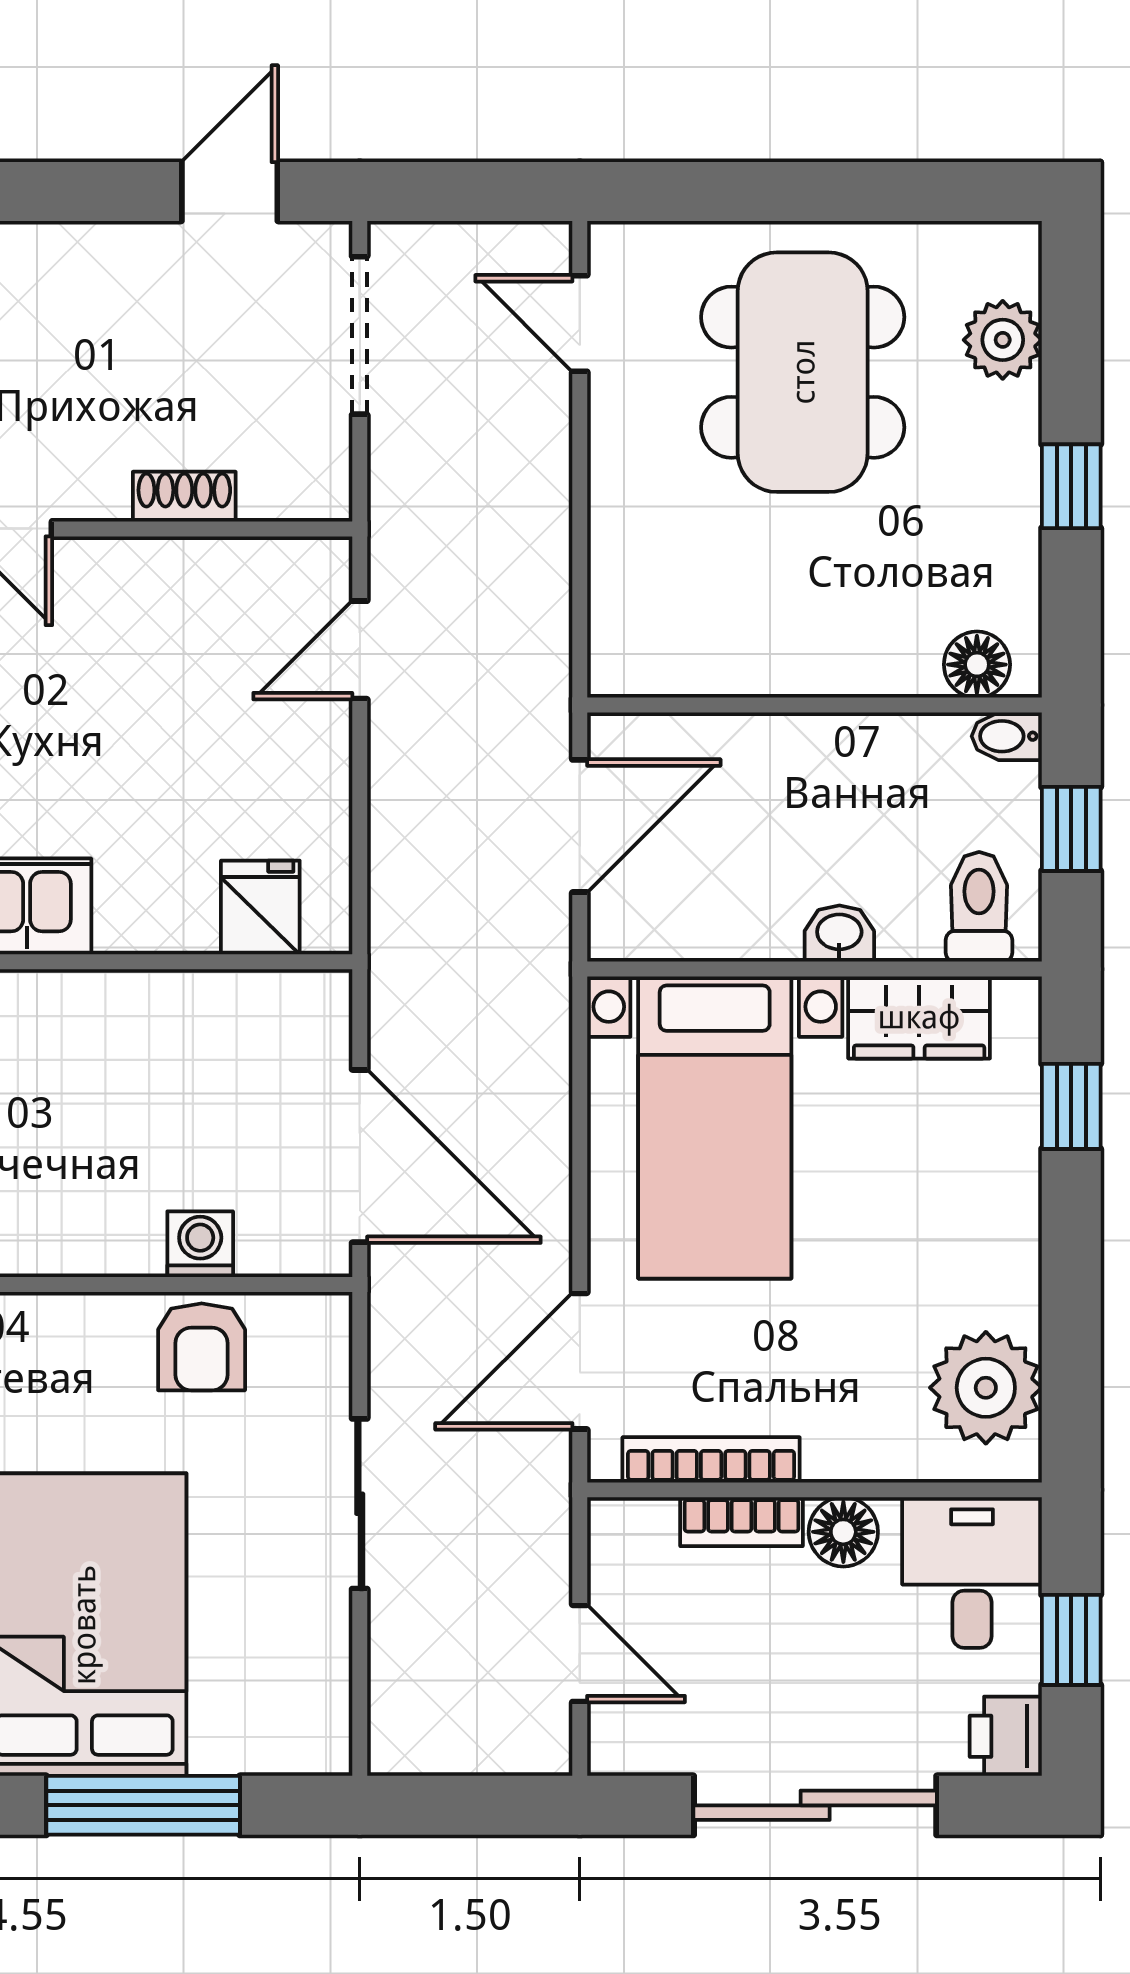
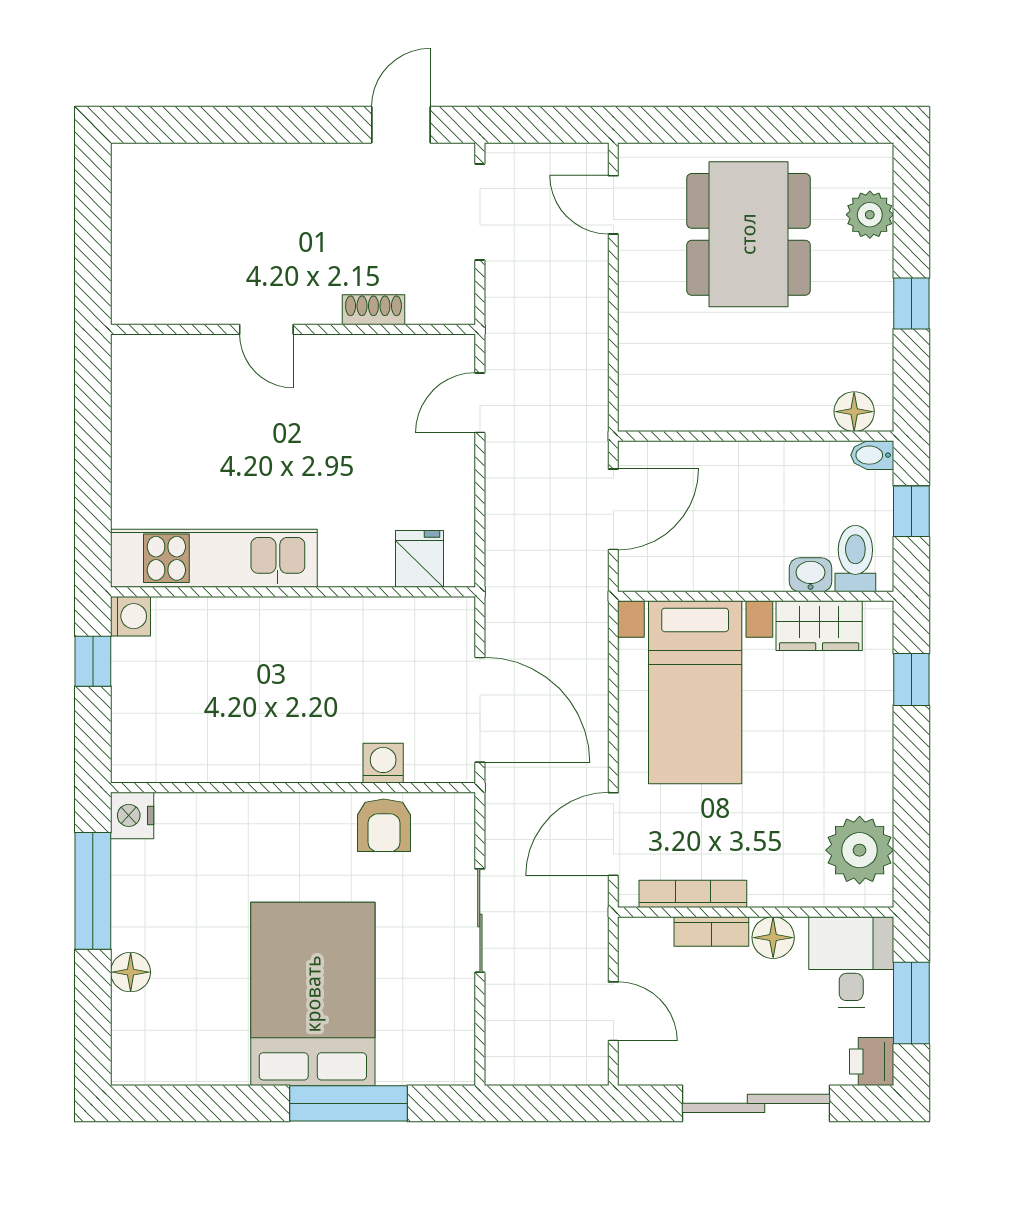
washbasin: (839, 934) -> (811, 575), moved
window: (1071, 1640) -> (911, 1003), width x1.50

